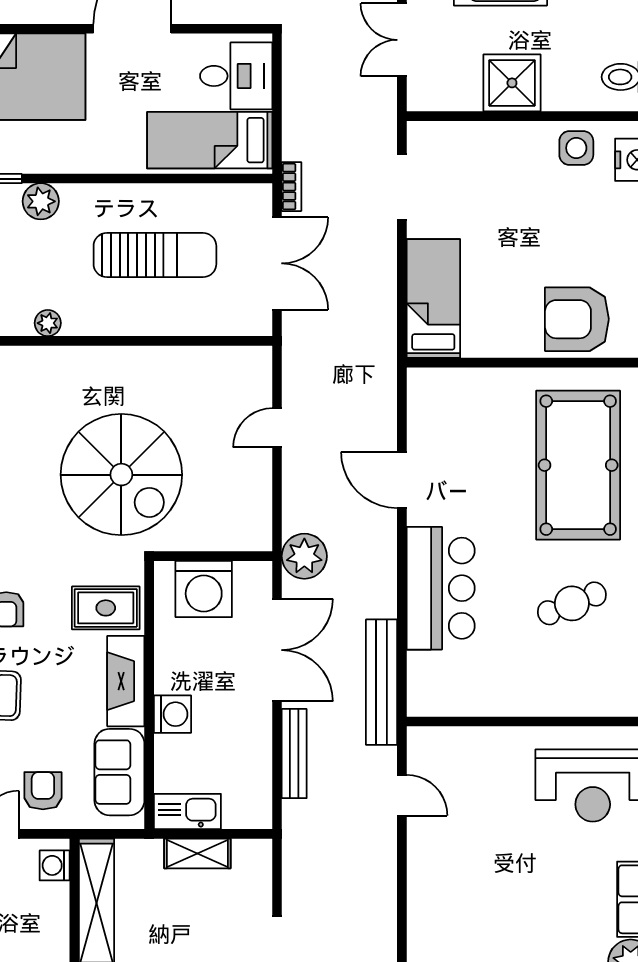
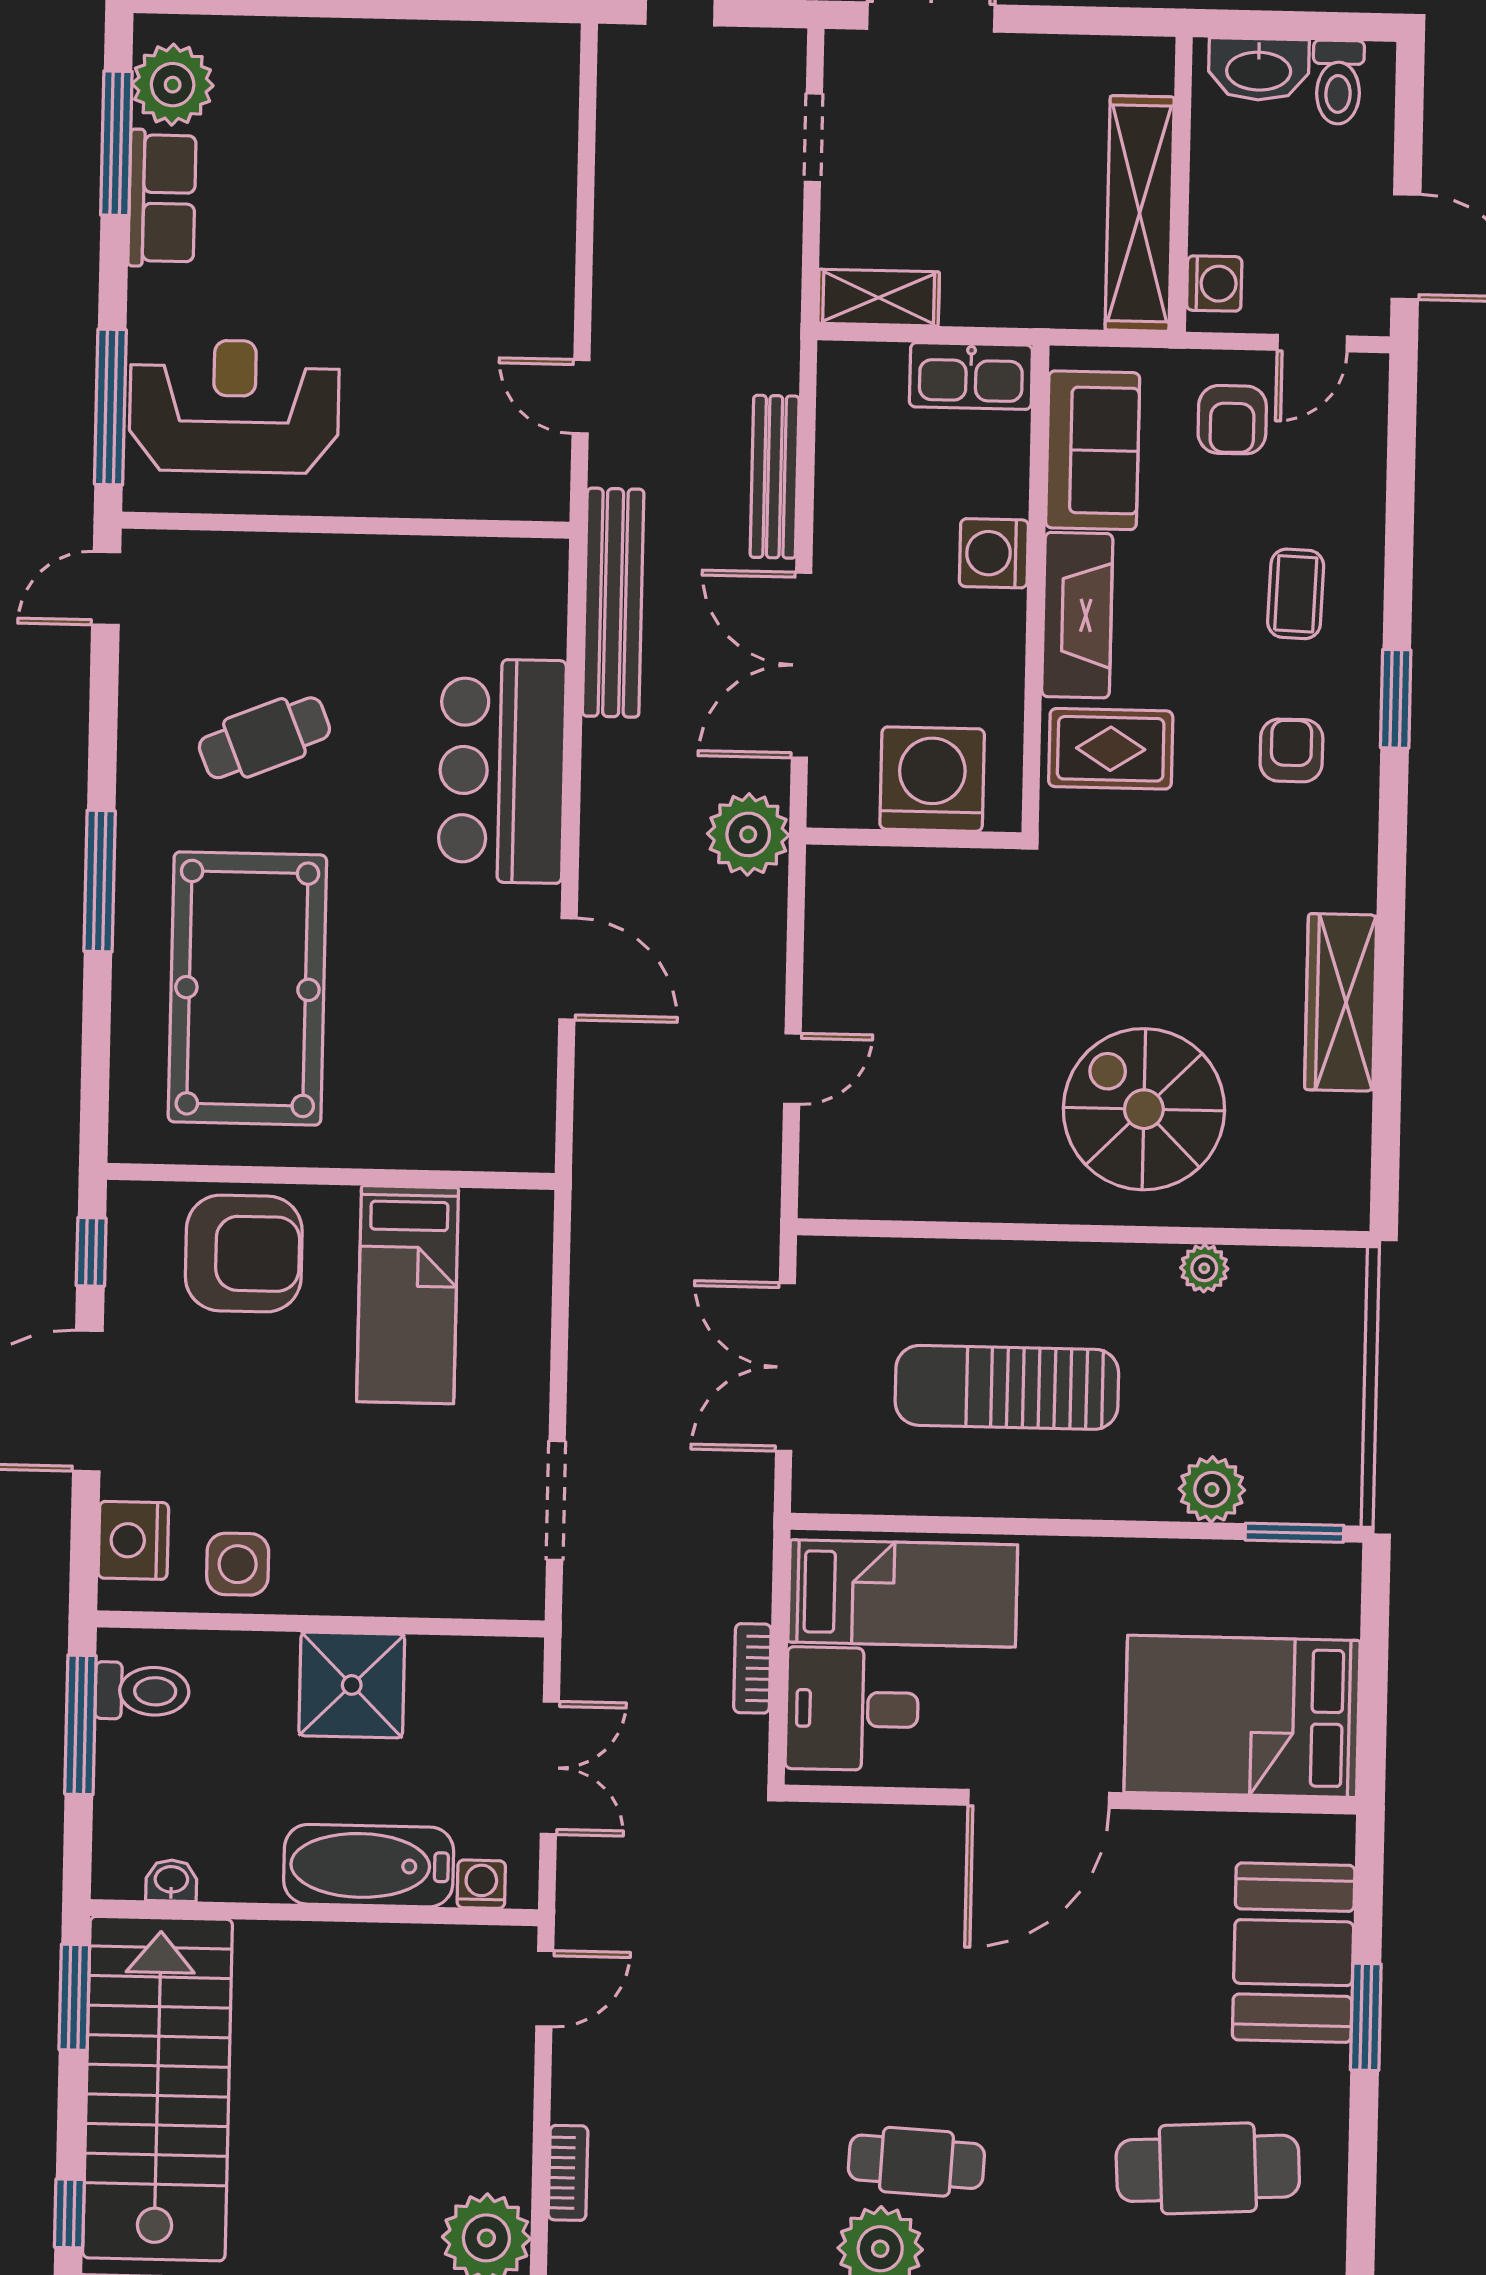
bookcase: (292, 187) -> (752, 1668), moved
bed: (433, 299) -> (408, 1295), moved
spiral stairs: (121, 475) -> (1144, 1109), moved, width x0.73, depth x0.73
shelving: (197, 853) -> (879, 298), moved

